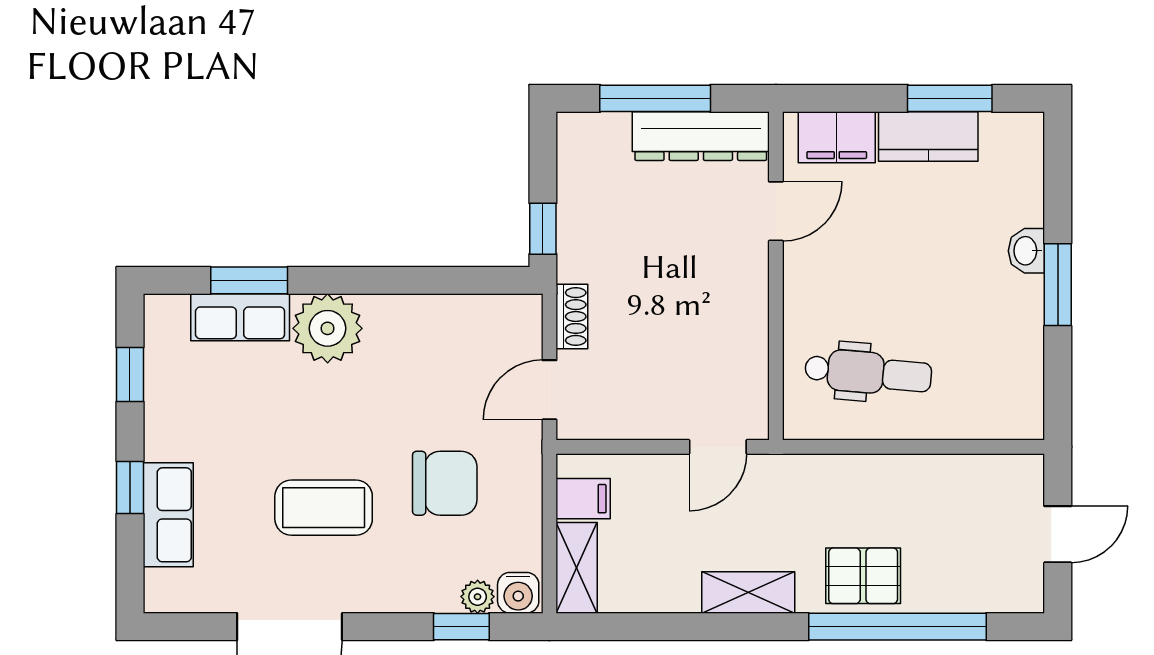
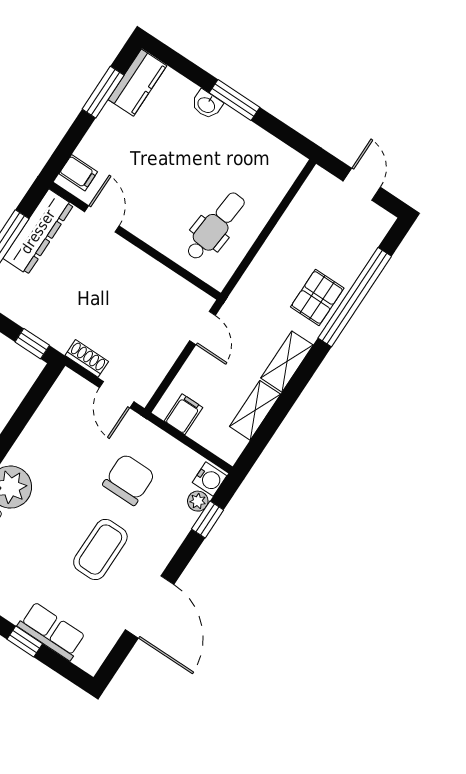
filing cabinet: (837, 137) -> (78, 173), width x0.50
kitchen counter: (928, 137) -> (137, 83), moved
shelving: (577, 568) -> (255, 410), moved, turned 90

